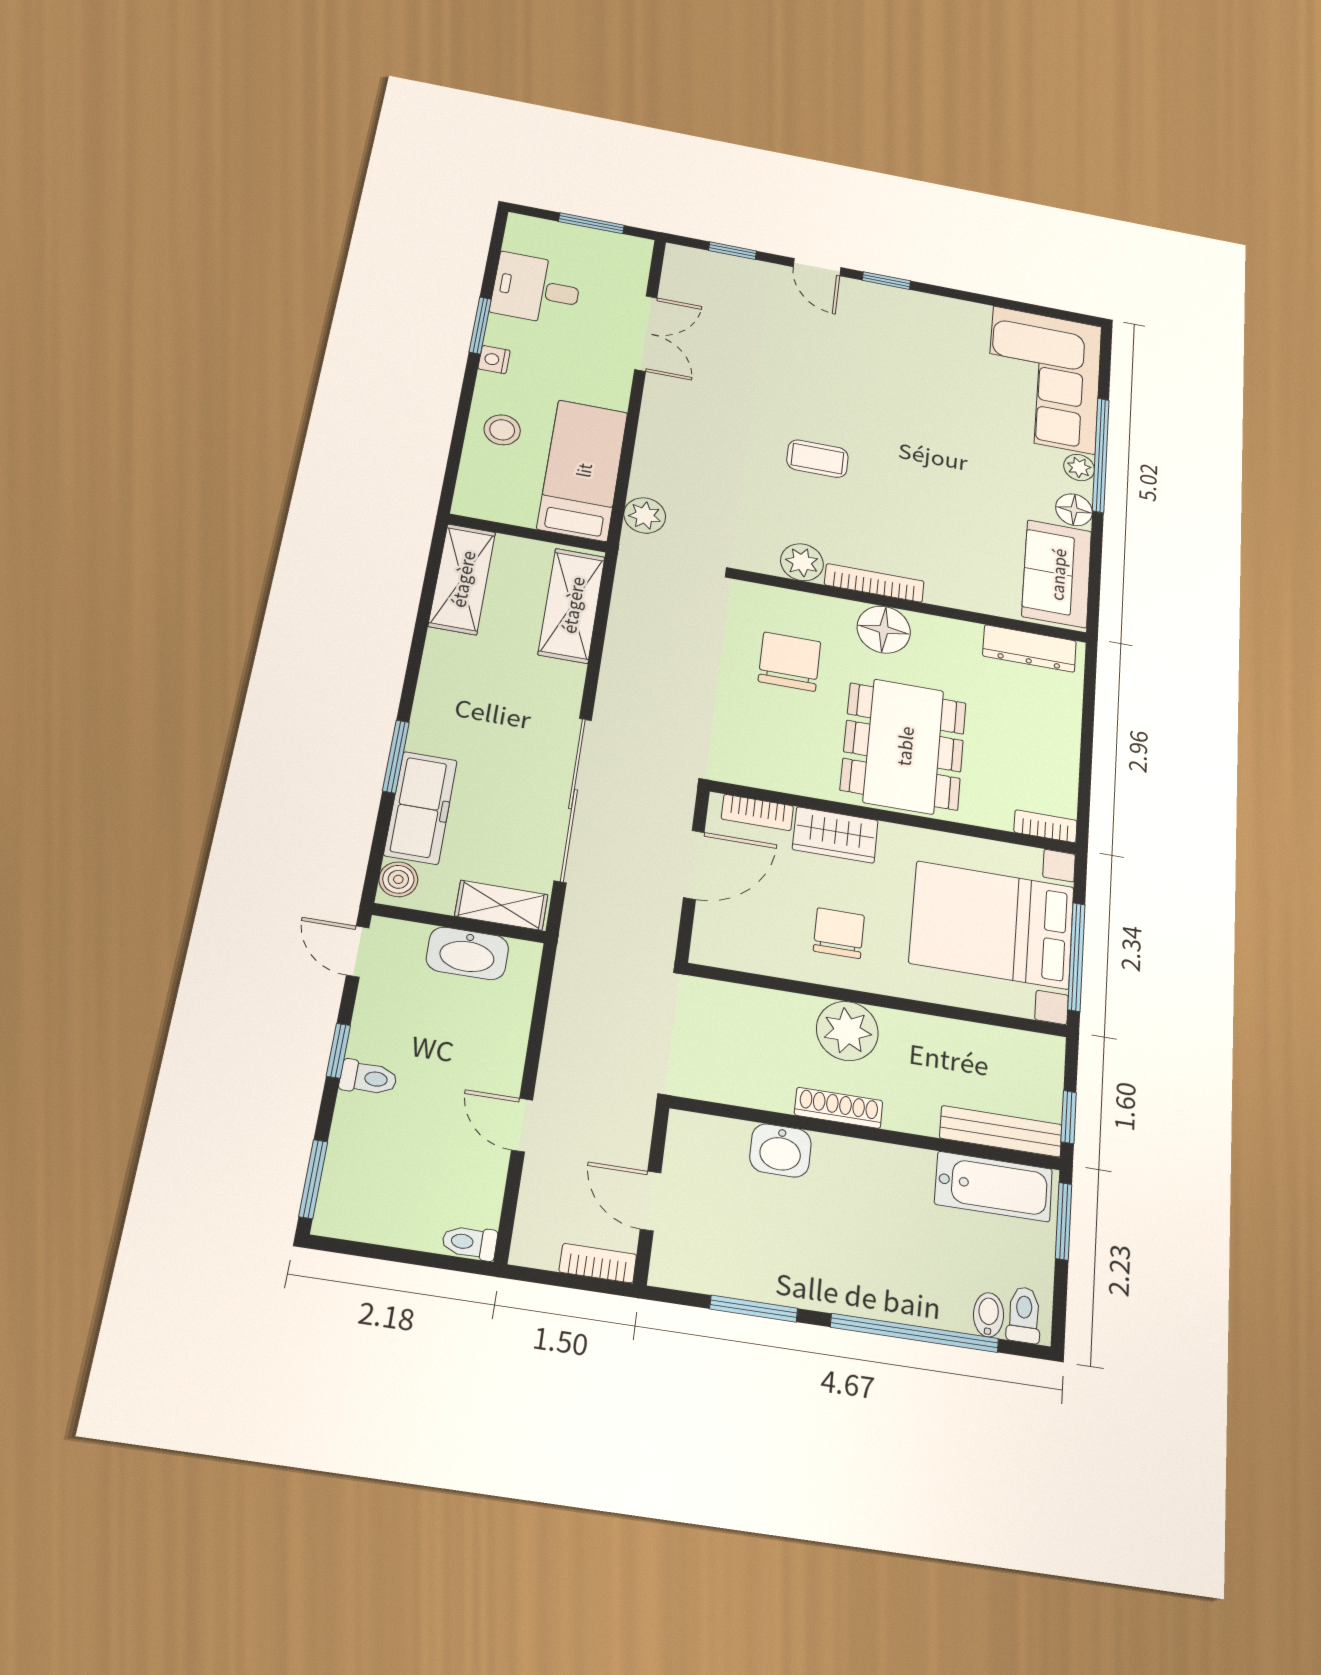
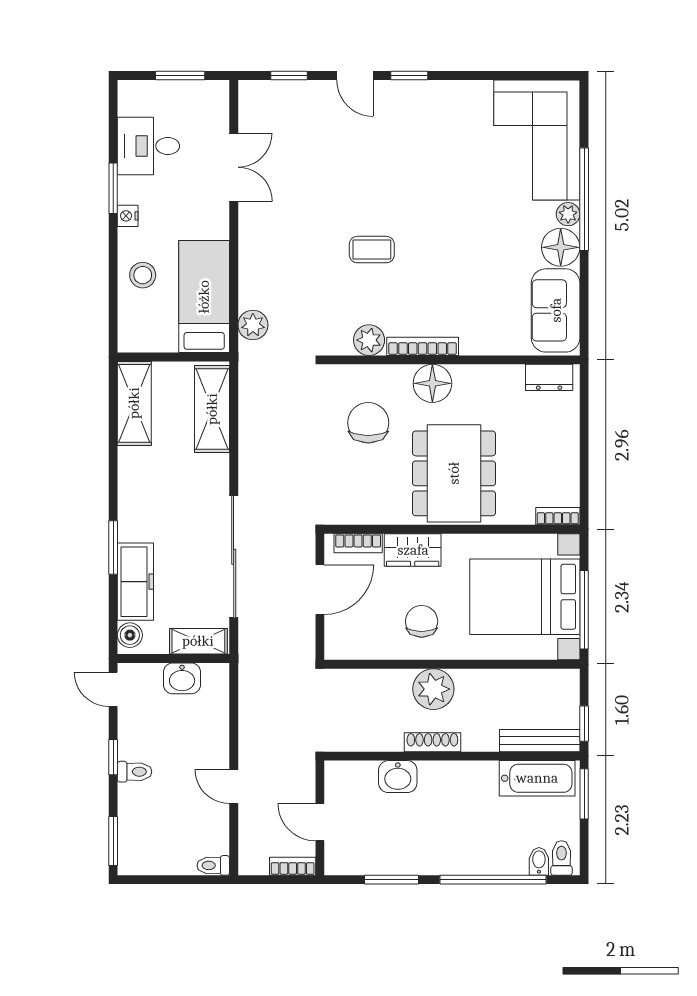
floor lamp: (1074, 510) -> (561, 247), width x1.38, depth x1.38
dresser: (1030, 648) -> (549, 377), width x0.70
washbasin: (467, 953) -> (182, 678), width x0.72

